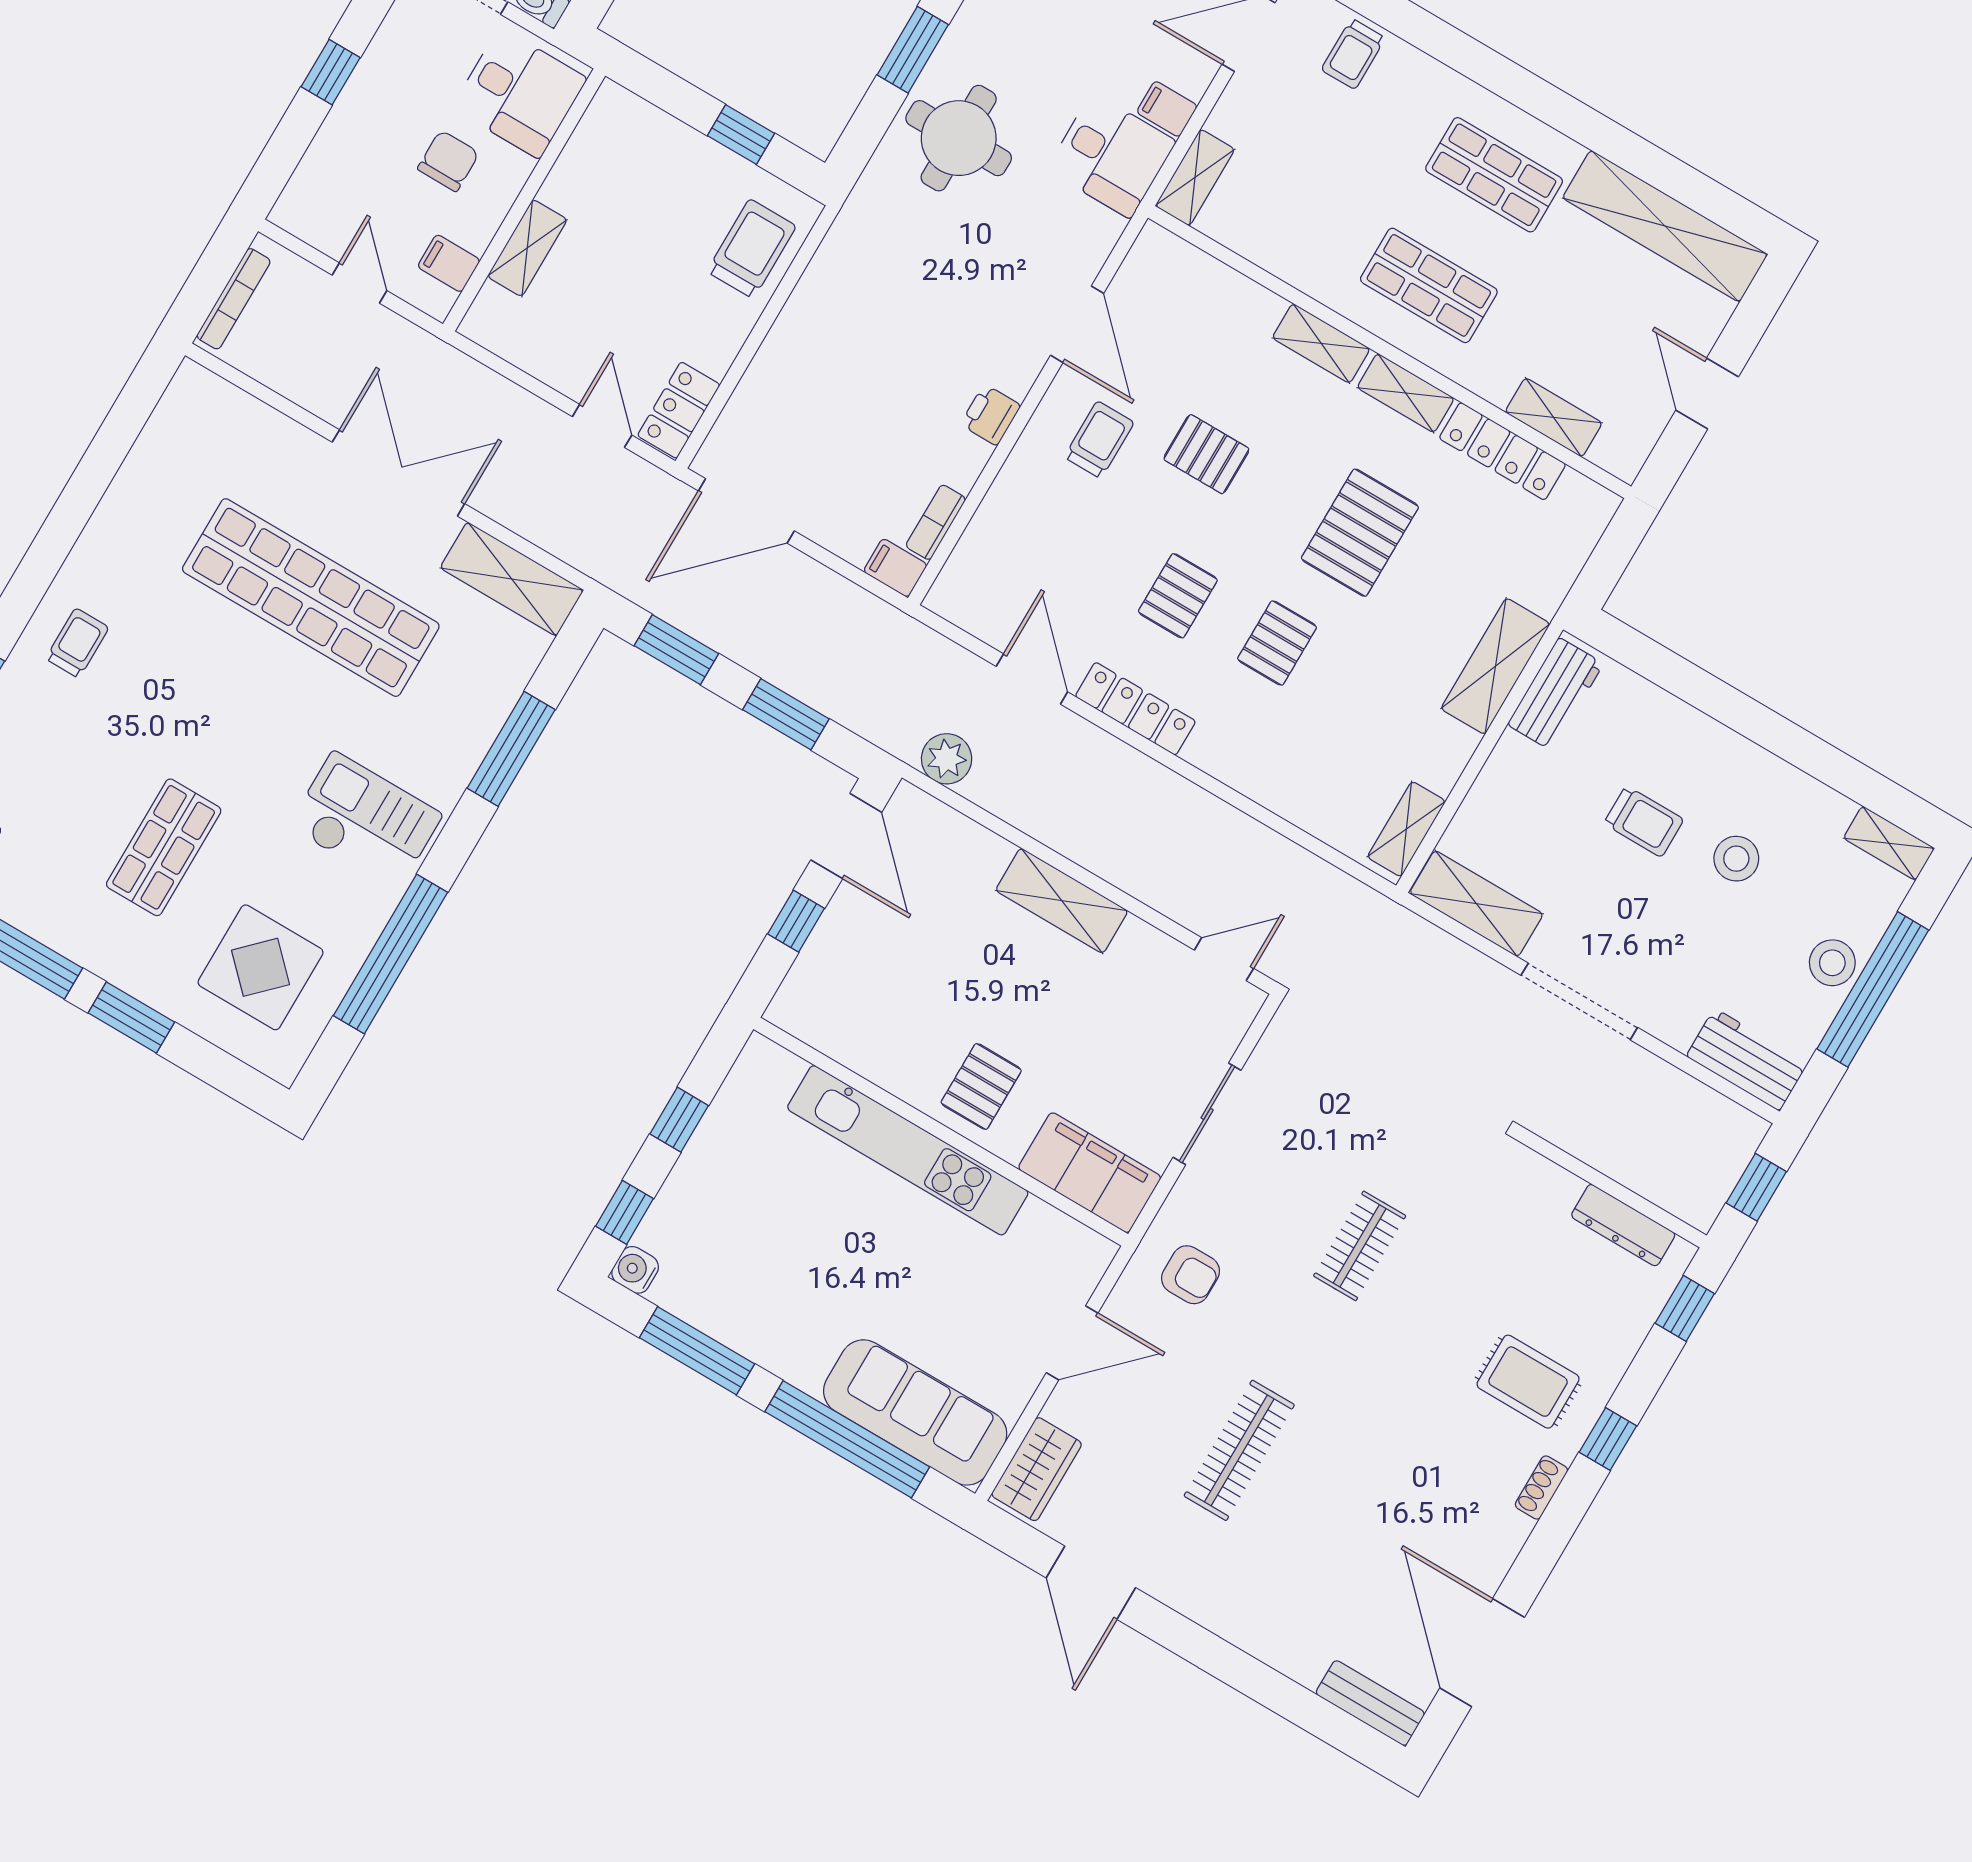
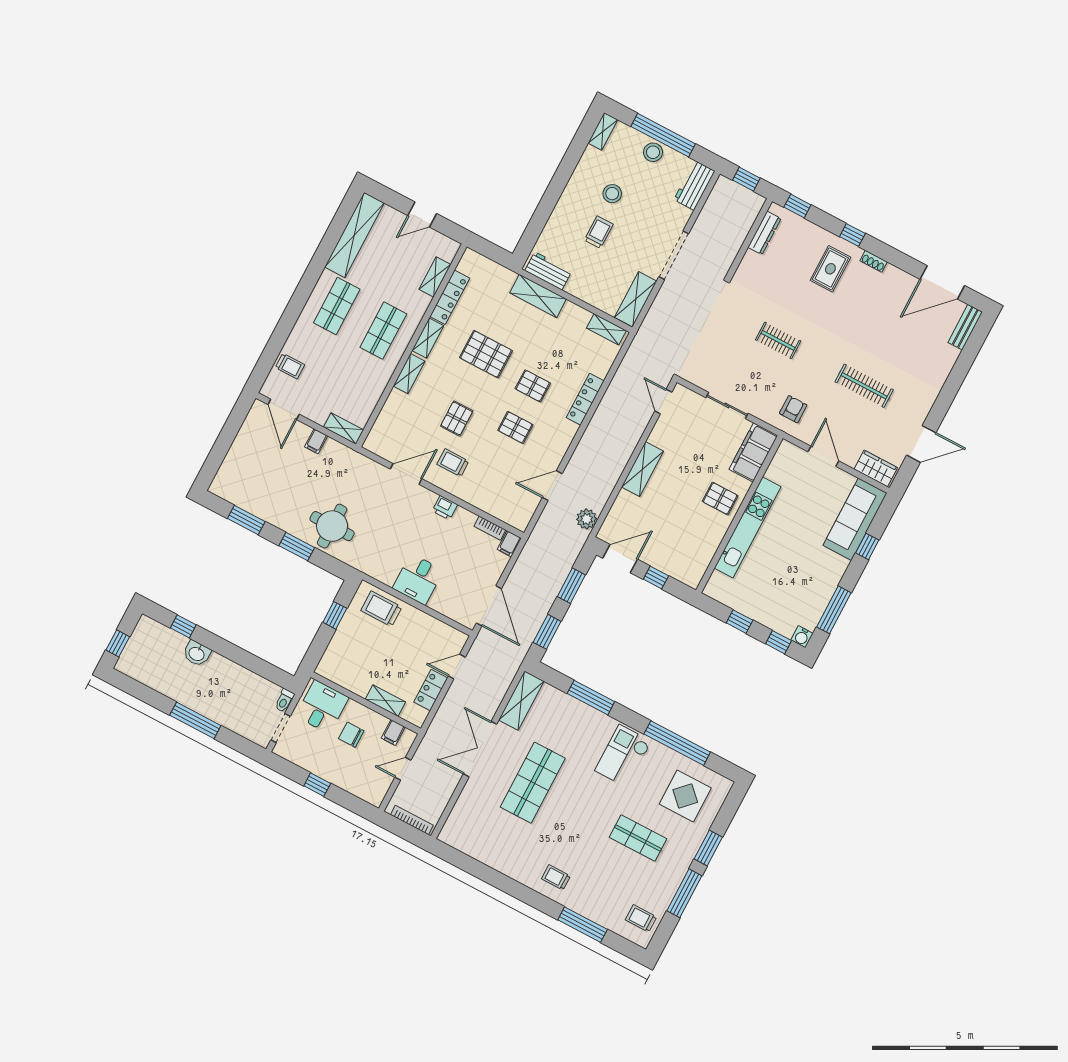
desk: (1111, 155) -> (418, 579), moved, turned 180
locker: (679, 410) -> (431, 690), moved, turned 90
shop shelf: (311, 598) -> (533, 783), width x0.71
locker: (1135, 709) -> (585, 399), moved
window: (847, 1439) -> (867, 547), width x0.32

